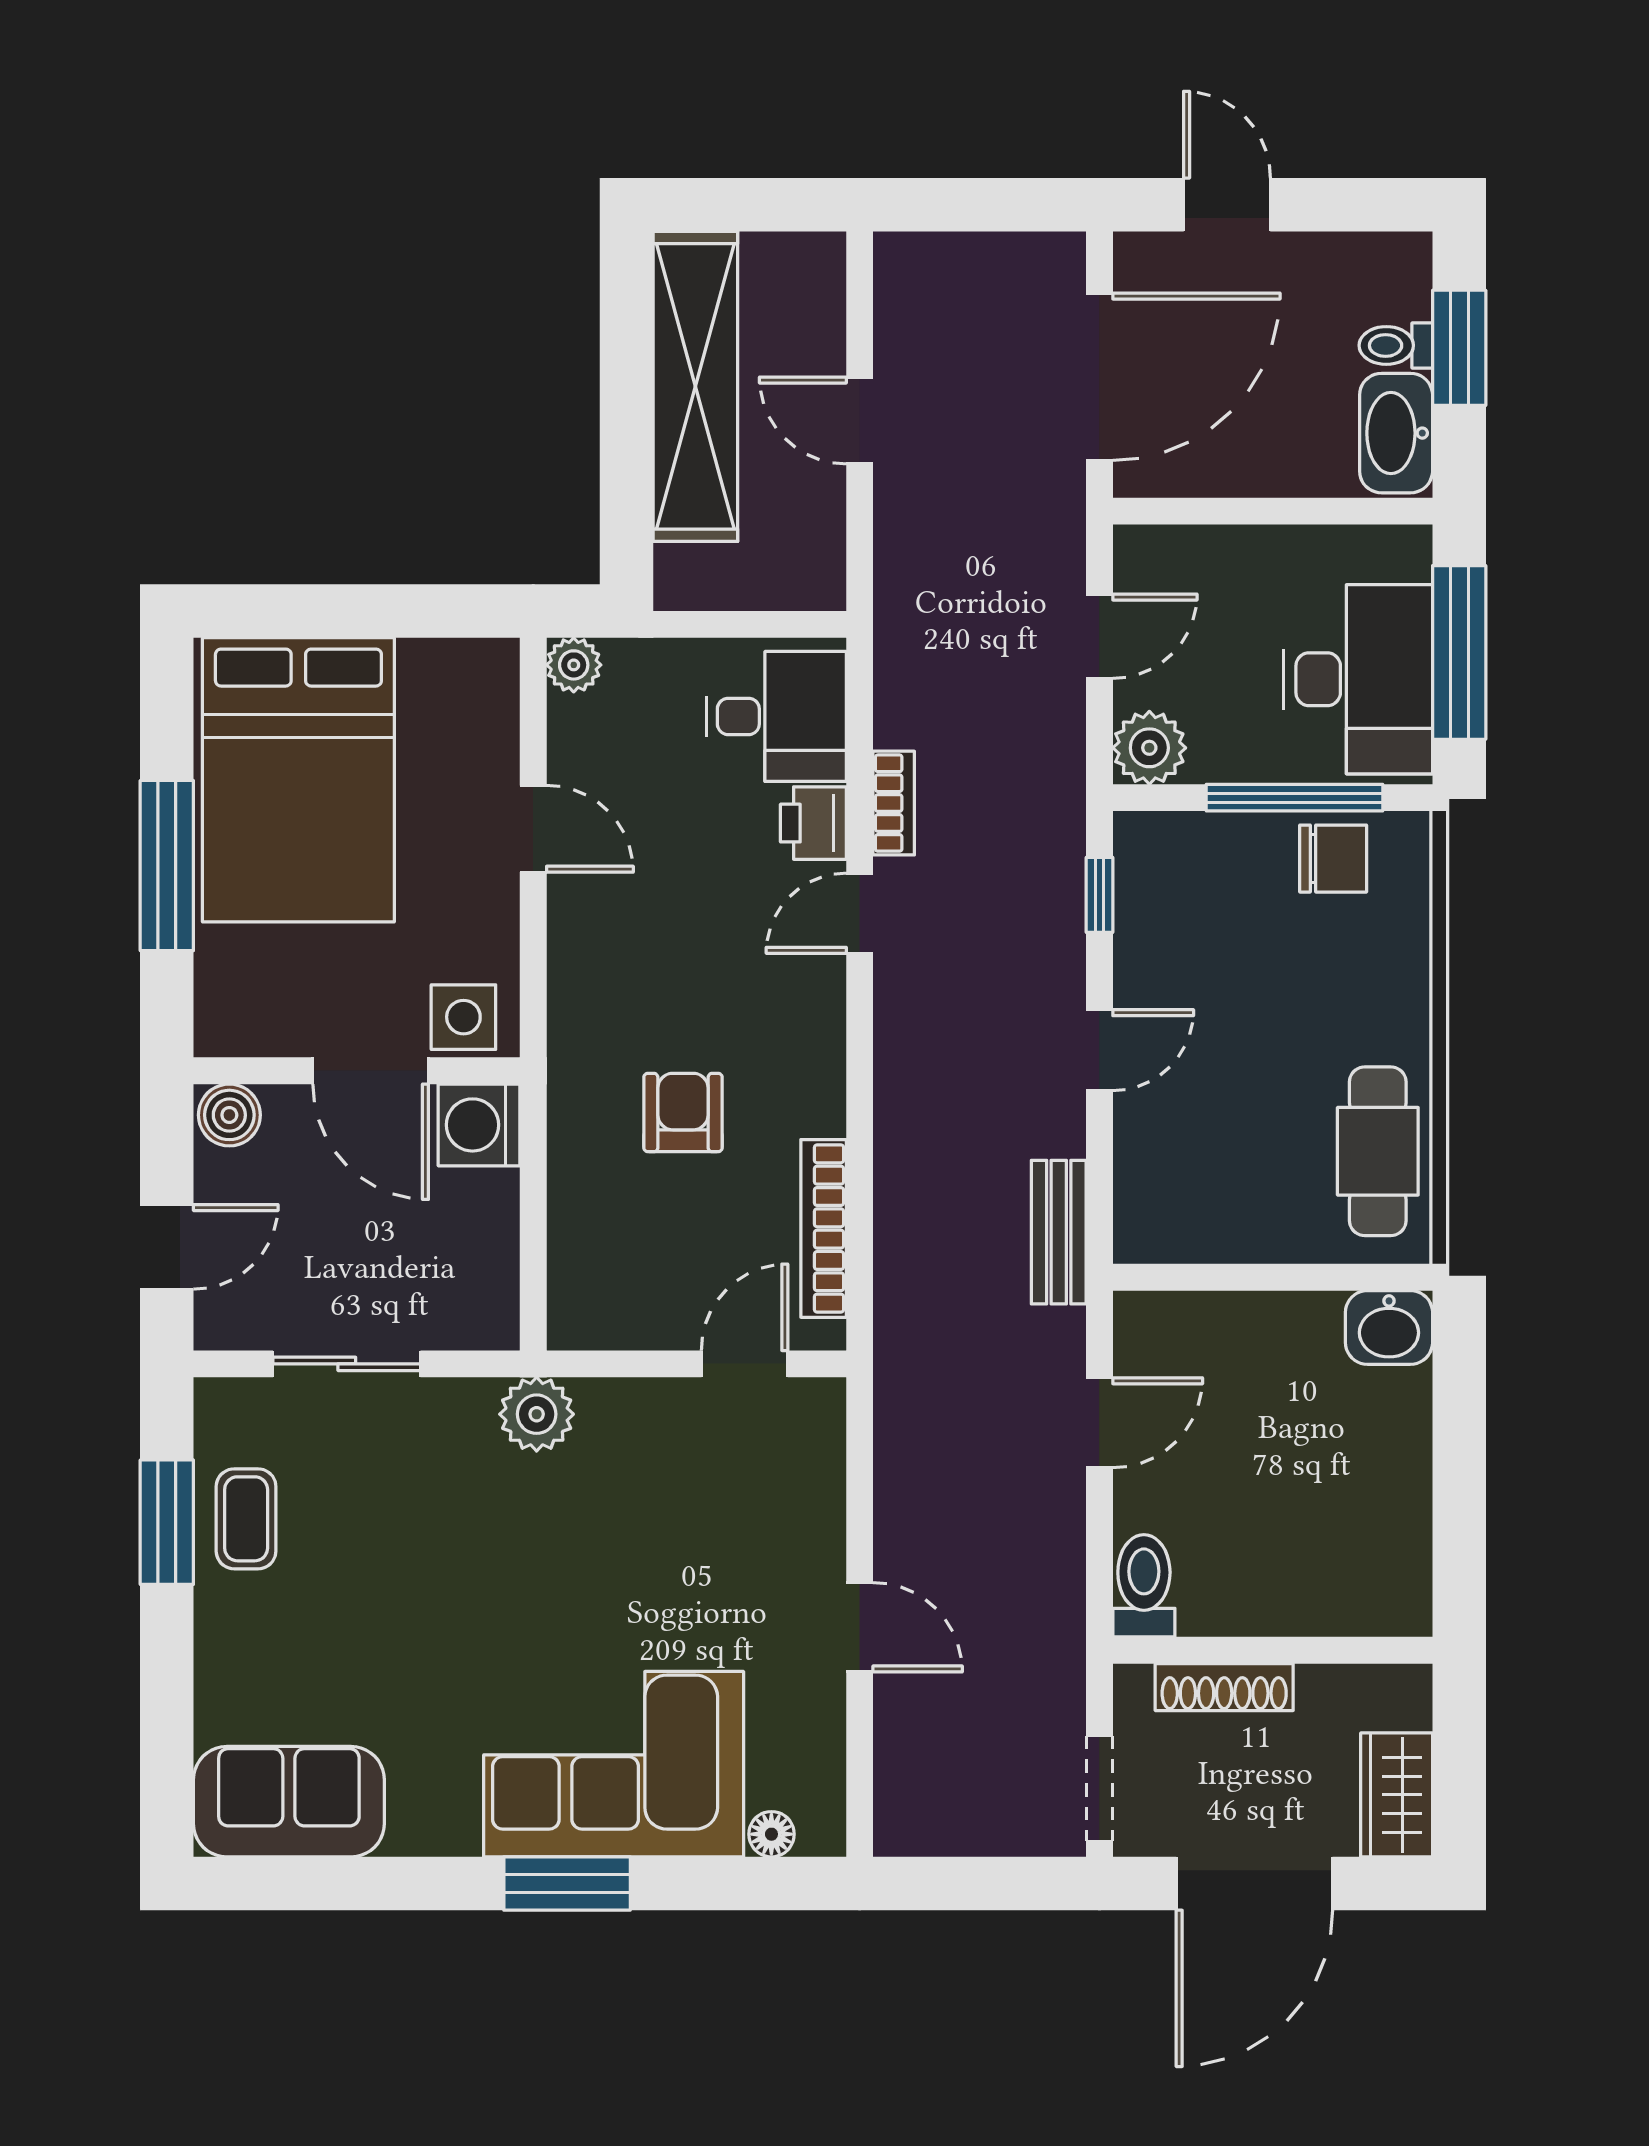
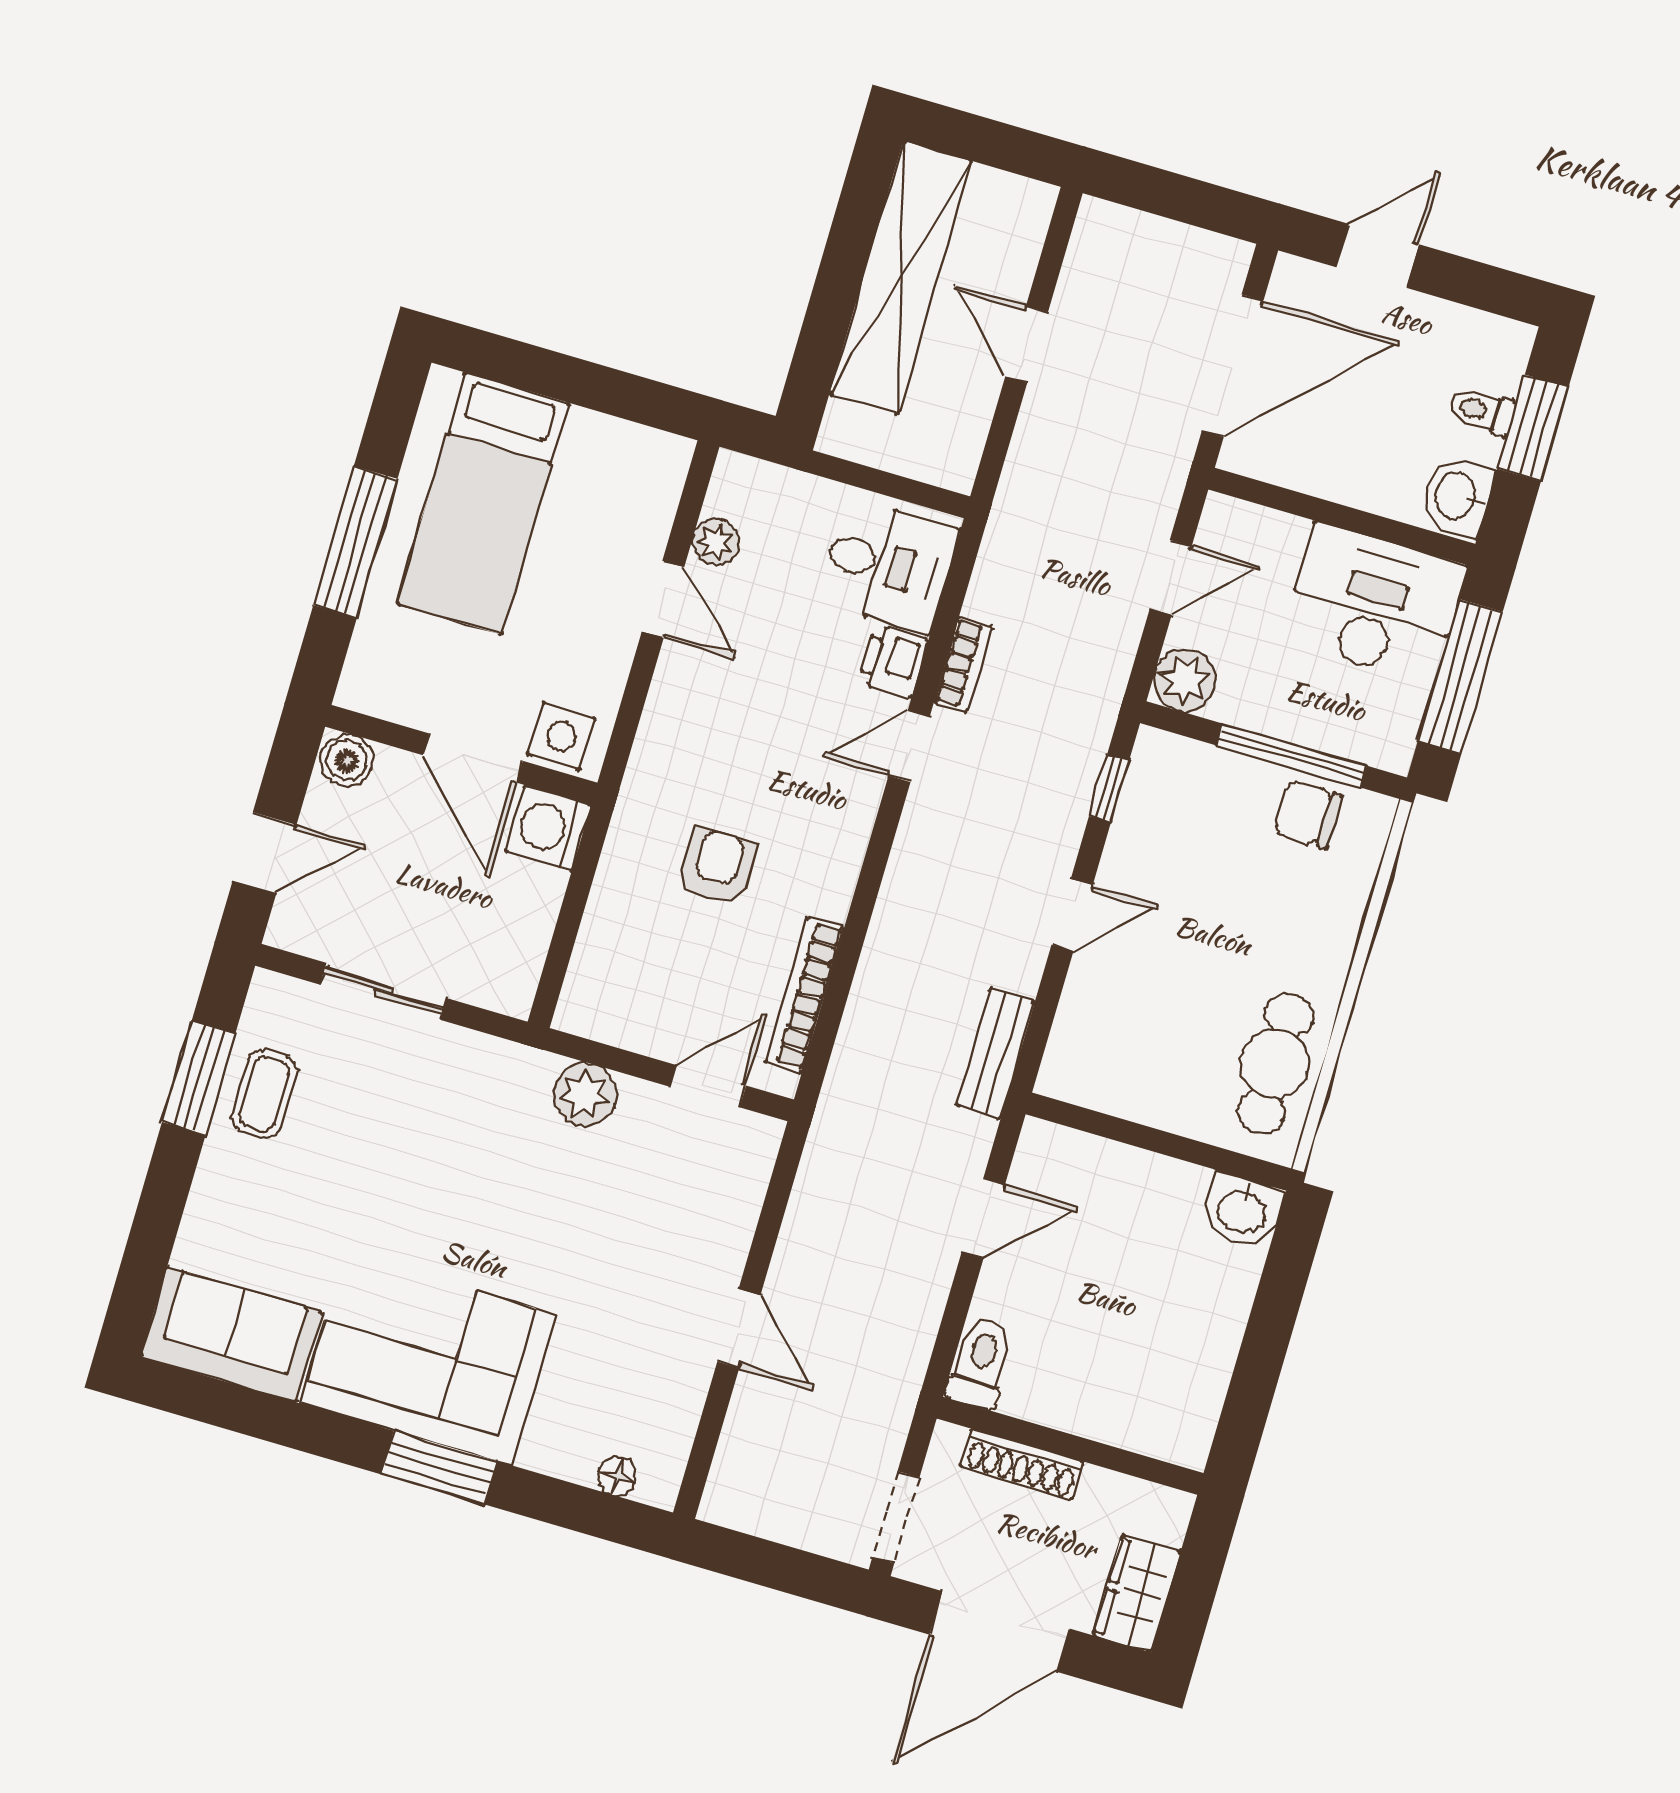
door: (1227, 205) -> (1378, 256), hinge flipped
washbasin: (1396, 433) -> (1457, 496), width x0.72
plant: (574, 665) -> (716, 542), moved
desk: (1358, 679) -> (1374, 604), moved, turned -90
bed: (298, 780) -> (483, 503), width x0.67
chair: (1333, 859) -> (1308, 814), turned 180
plant: (537, 1414) -> (585, 1095), moved
corner sofa: (614, 1764) -> (429, 1359), moved

